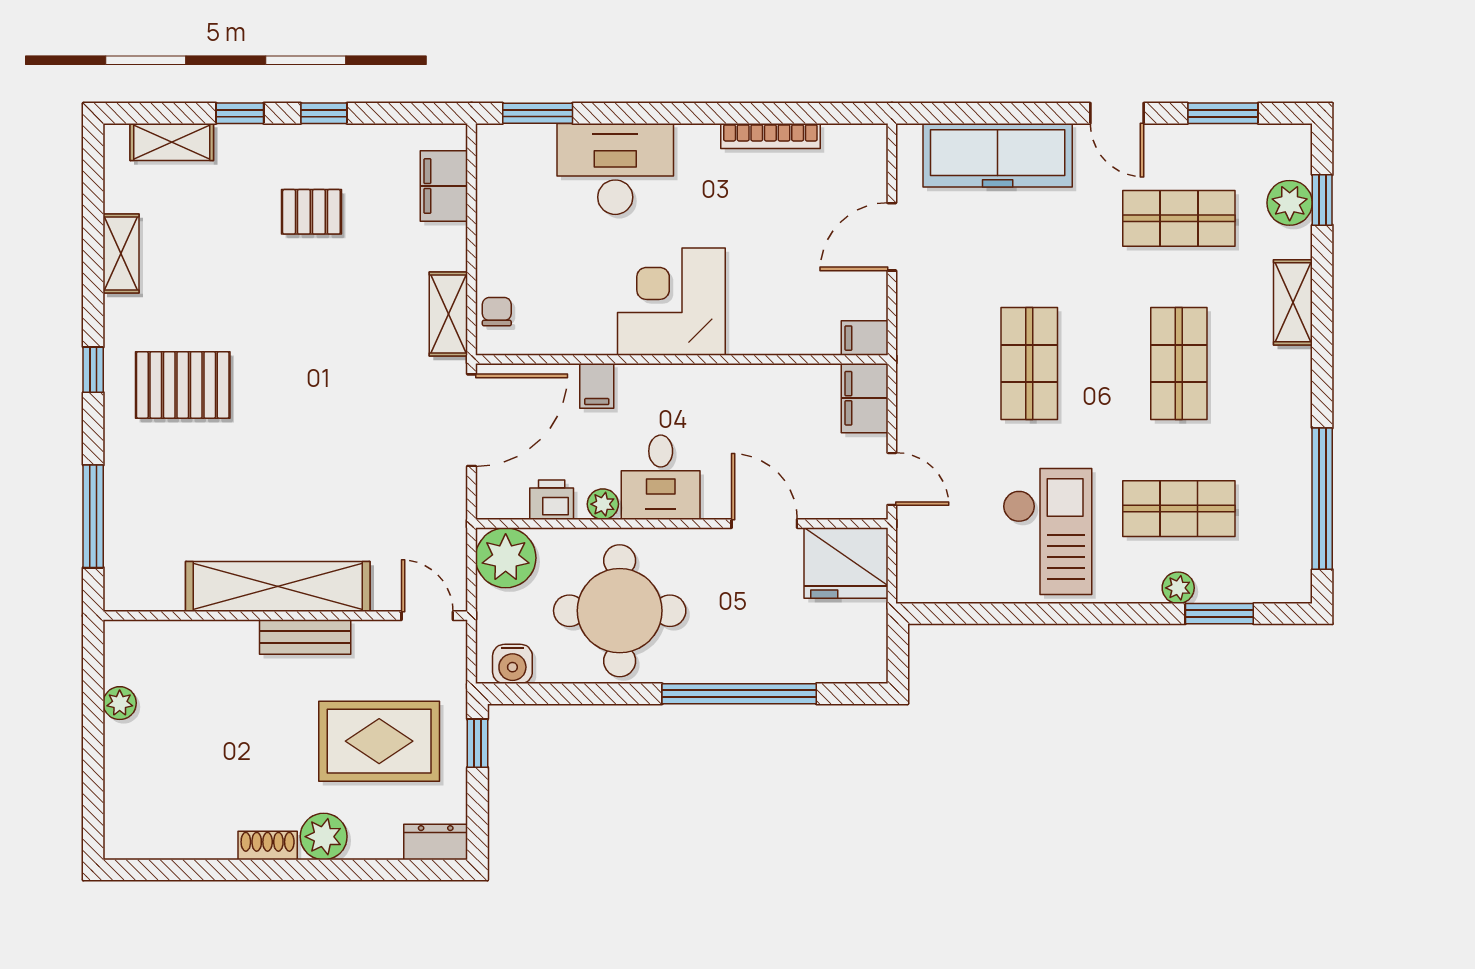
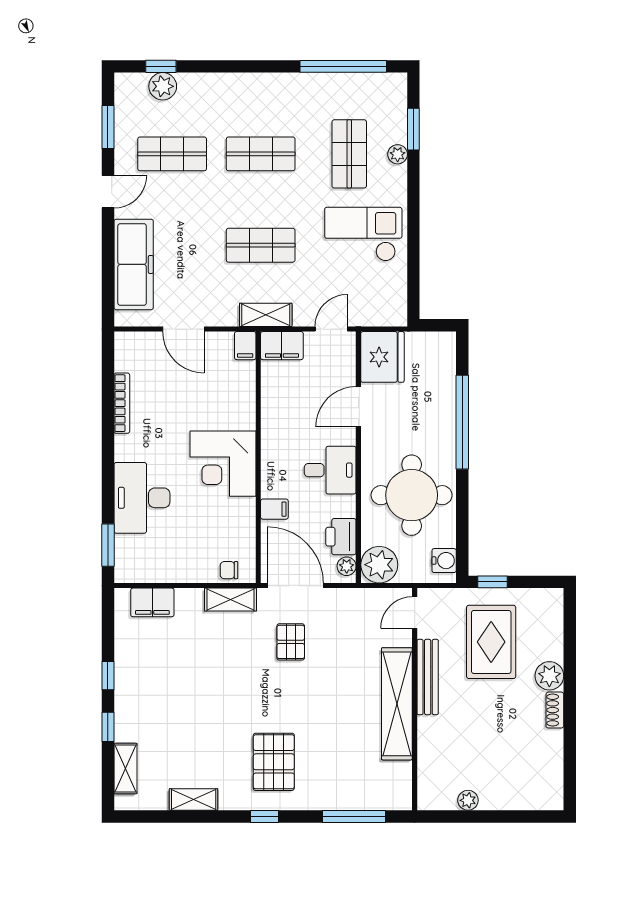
pallet: (311, 212) -> (291, 642), moved
shop shelf: (1179, 218) -> (172, 154), turned 90
shelving: (1293, 302) -> (266, 315), moved
printer: (552, 500) -> (341, 537), width x1.36, depth x1.24
plant: (603, 504) -> (347, 566), moved
bench: (305, 637) -> (428, 677), width x1.36
dresser: (436, 842) -> (553, 607), removed

